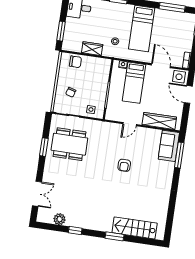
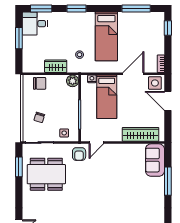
window: (61, 31) -> (19, 38), moved
plant: (105, 64) -> (73, 81), added
door: (161, 66) -> (133, 74), hinge flipped
door: (130, 124) -> (96, 143), moved
window: (44, 147) -> (19, 167), moved
window: (179, 155) -> (168, 181), moved
armchair: (124, 165) -> (79, 154), moved

